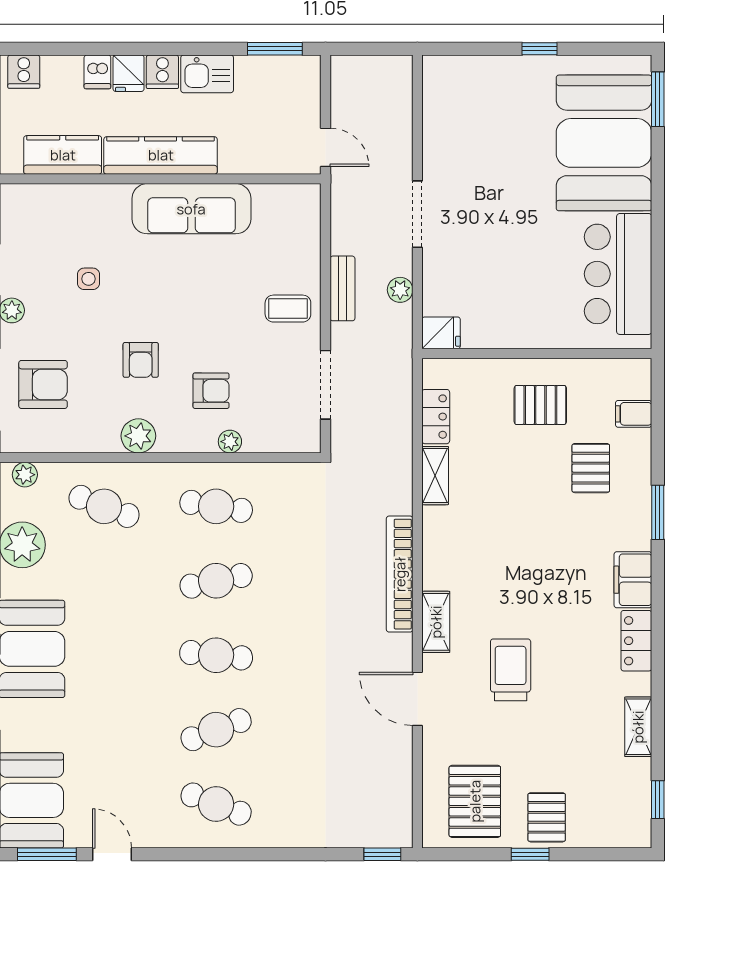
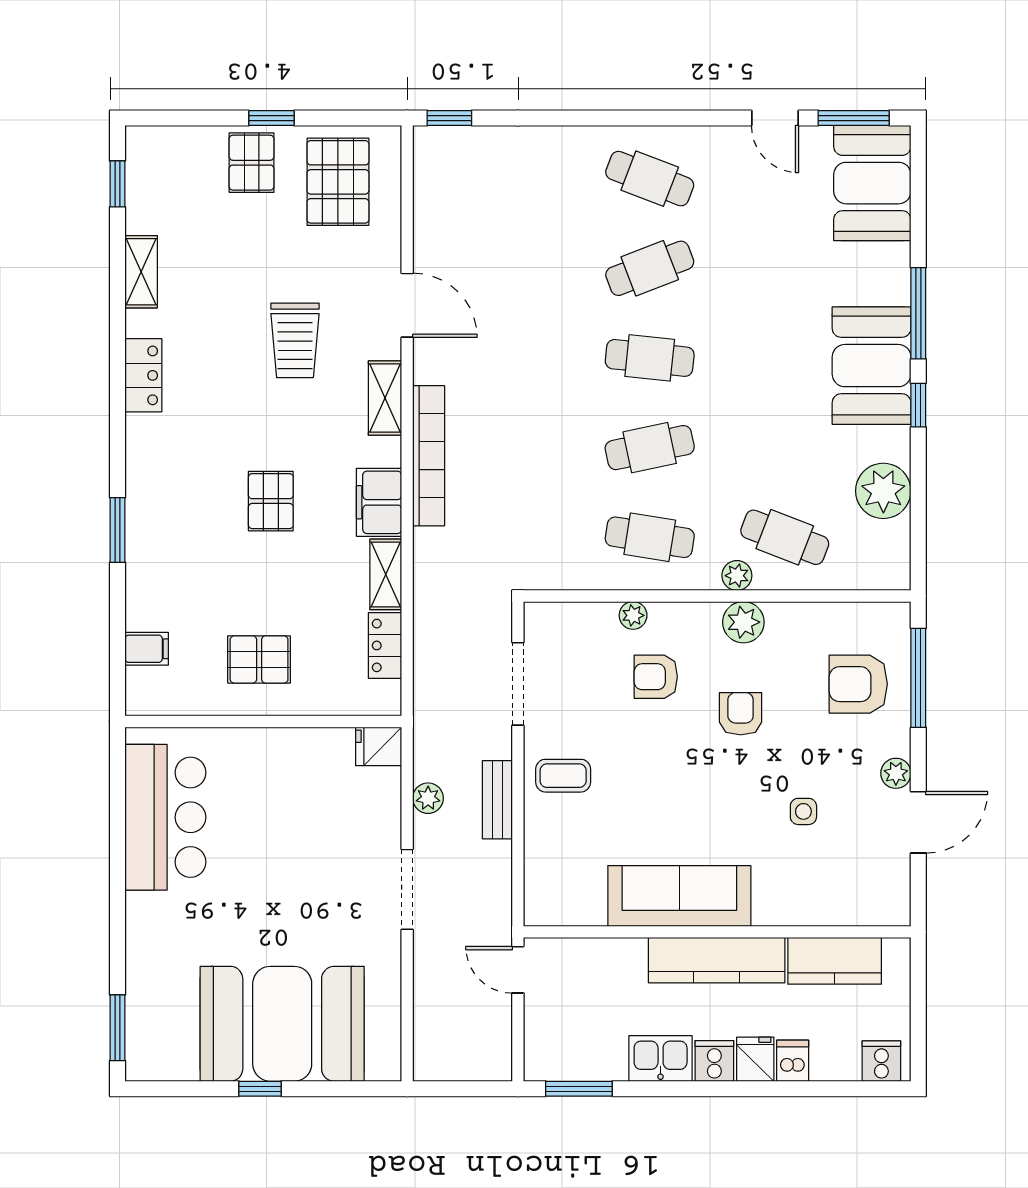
booth: (604, 143) -> (282, 1024), moved, turned 90
pallet: (591, 468) -> (271, 501), moved
plant: (25, 475) -> (737, 576), moved
filing cabinet: (633, 580) -> (379, 502), moved, turned 180

